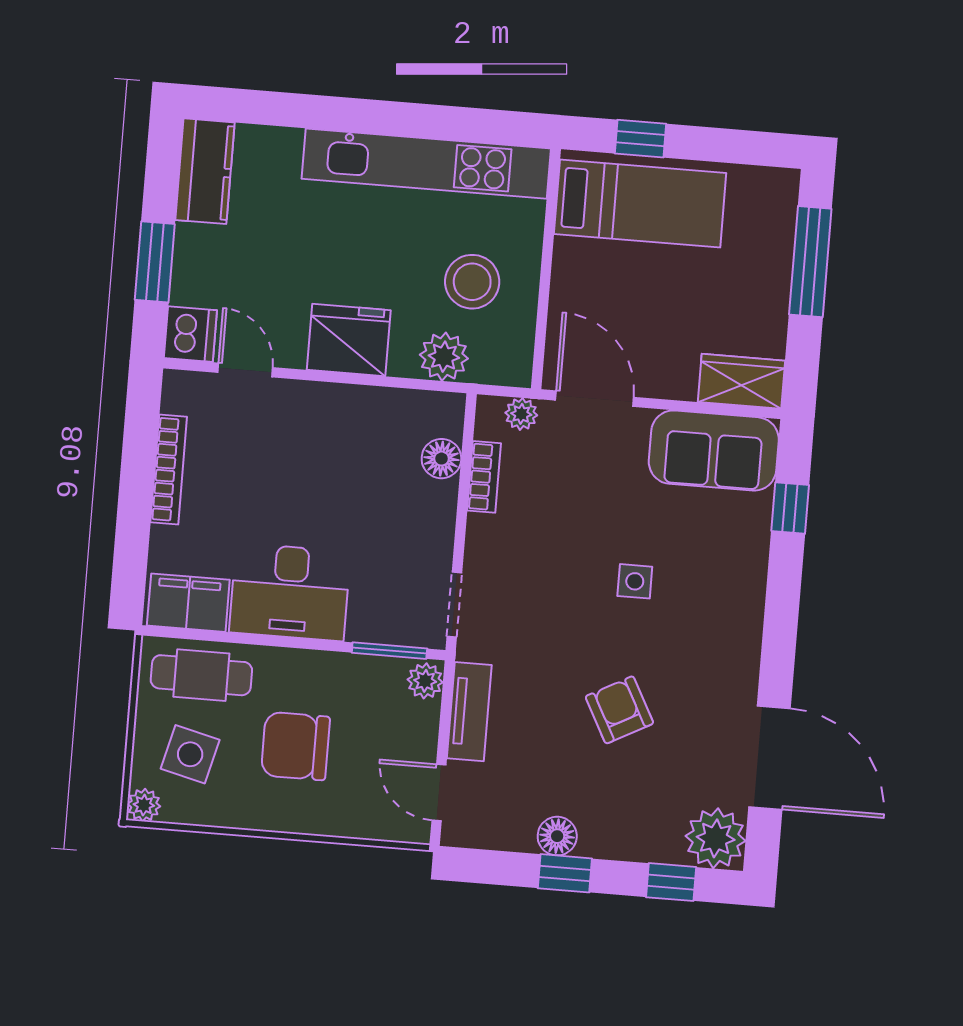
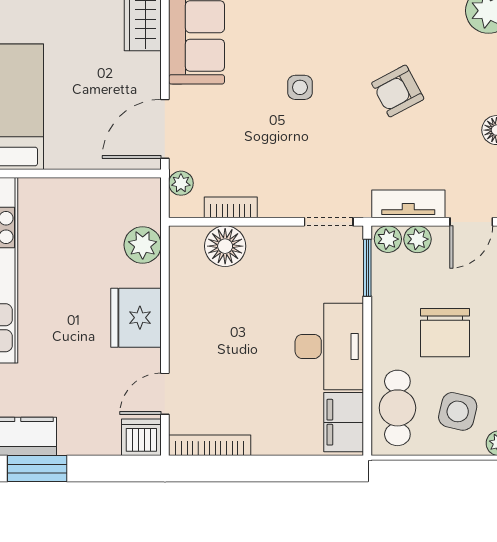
window: (155, 262) -> (37, 469), moved
stool: (472, 282) -> (84, 228), removed
floor lamp: (441, 459) -> (225, 246), width x1.38, depth x1.38
bookcase: (169, 469) -> (210, 445), moved
plant: (422, 720) -> (418, 239), added

